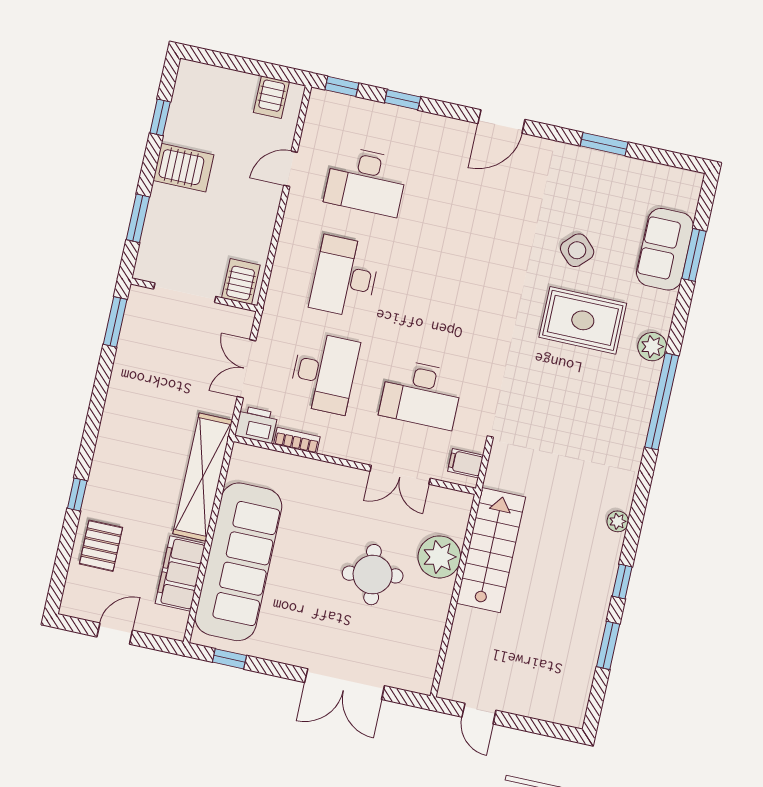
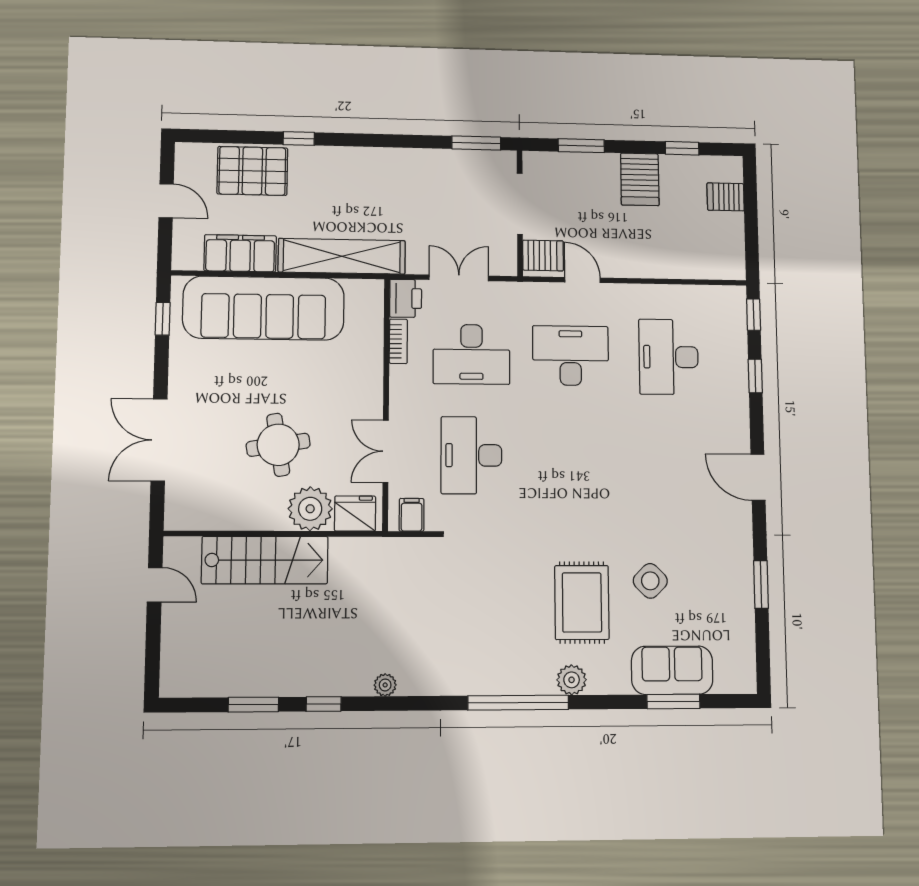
server rack: (271, 97) -> (726, 197), moved
door: (290, 169) -> (582, 280), moved
fridge: (453, 516) -> (355, 514), added
pallet: (101, 546) -> (252, 171), width x1.50, depth x1.42
stairs: (491, 550) -> (265, 560), moved
door: (479, 714) -> (155, 585), swing flipped

